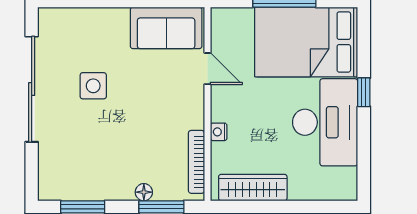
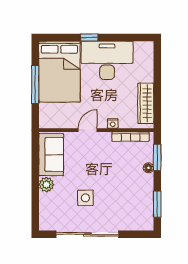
plant: (116, 20) -> (46, 185), added
door: (207, 69) -> (88, 130), moved

